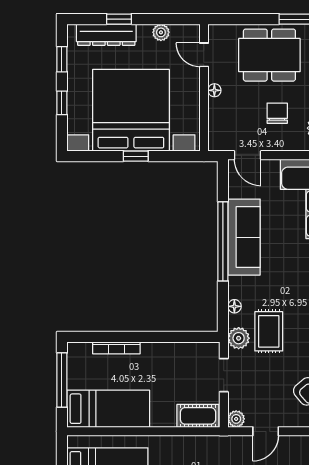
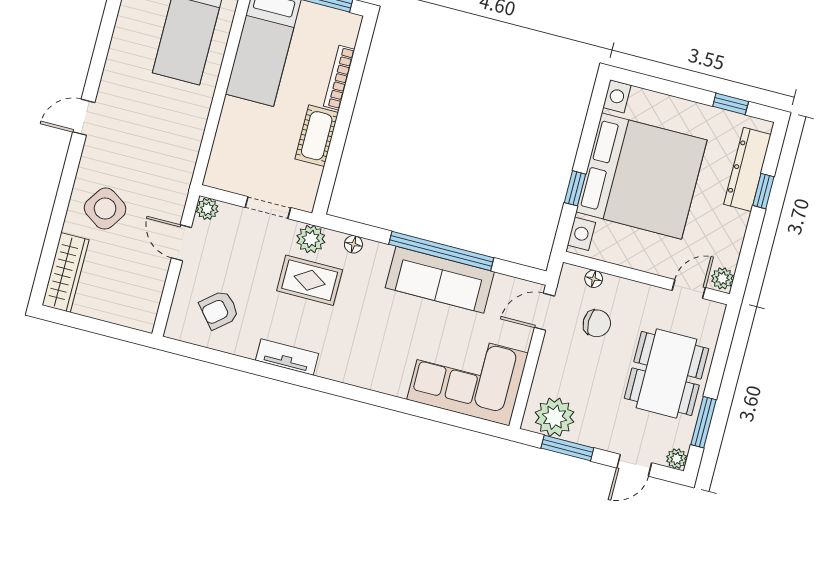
plant: (161, 32) -> (722, 278), moved
floor lamp: (214, 90) -> (594, 279), moved
window: (62, 103) -> (674, 89), removed
chair: (277, 113) -> (597, 323), moved
window: (136, 156) -> (575, 188), moved
cot: (198, 416) -> (317, 136), moved

